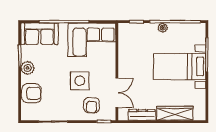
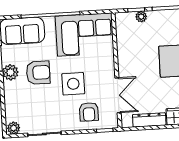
plant: (163, 28) -> (141, 17), moved
armchair: (31, 93) -> (38, 73), moved
plant: (27, 115) -> (14, 128), added

